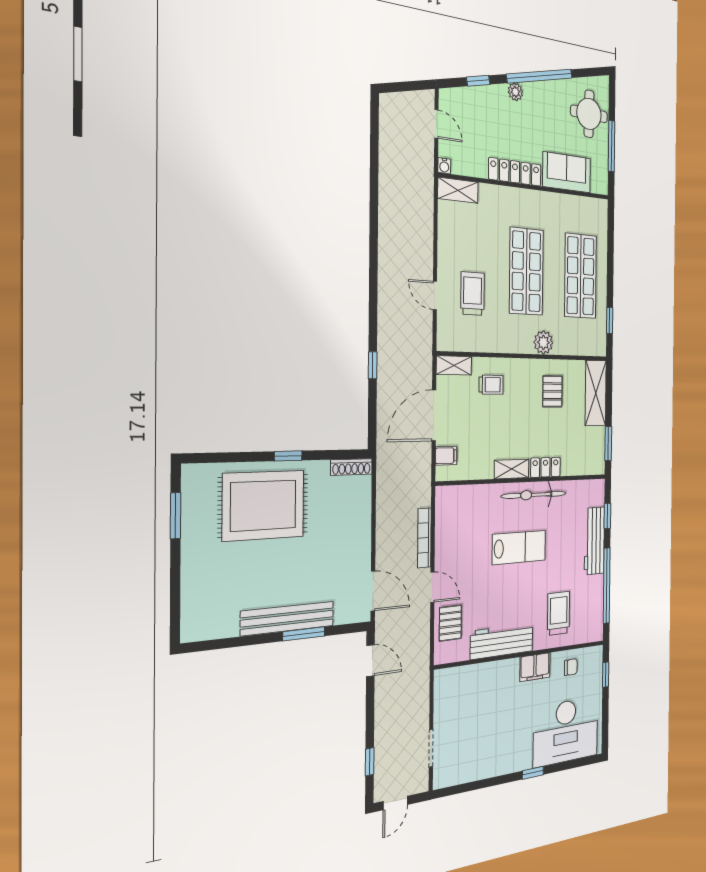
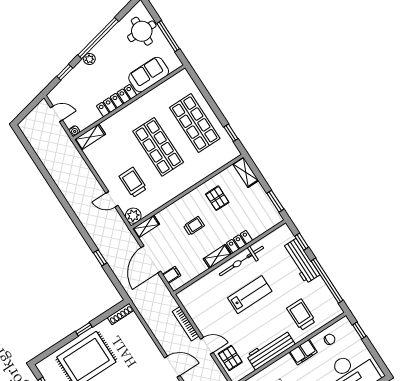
plant: (543, 342) -> (133, 216), moved
trolley: (491, 385) -> (194, 226), moved
shelving: (596, 393) -> (246, 172), width x0.67, depth x0.75

